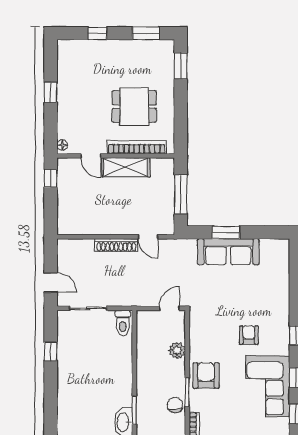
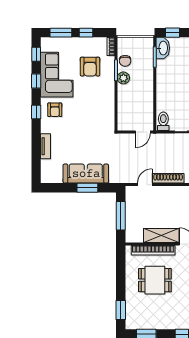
door: (148, 237) -> (145, 185), hinge flipped
tv unit: (283, 289) -> (46, 146), added
door: (169, 308) -> (143, 132), moved
armchair: (249, 335) -> (55, 110), moved
plant: (177, 350) -> (123, 78), moved
armchair: (206, 375) -> (90, 67), moved

